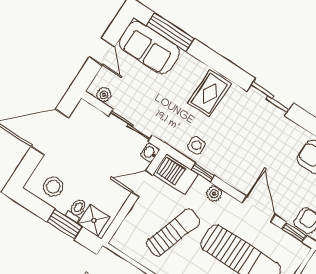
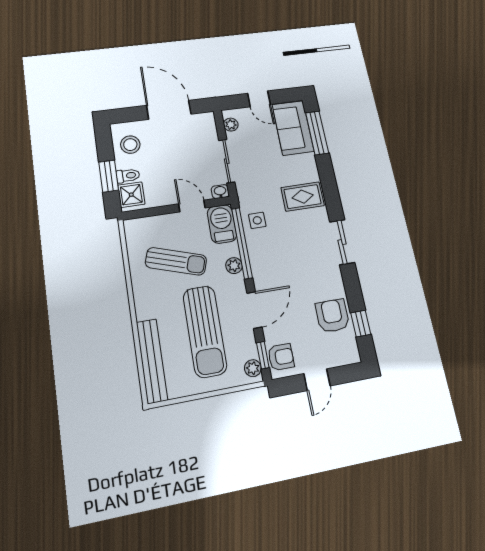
door: (102, 52) -> (259, 99), hinge flipped
window: (203, 173) -> (242, 243), width x3.17
plant: (296, 247) -> (253, 368), added

